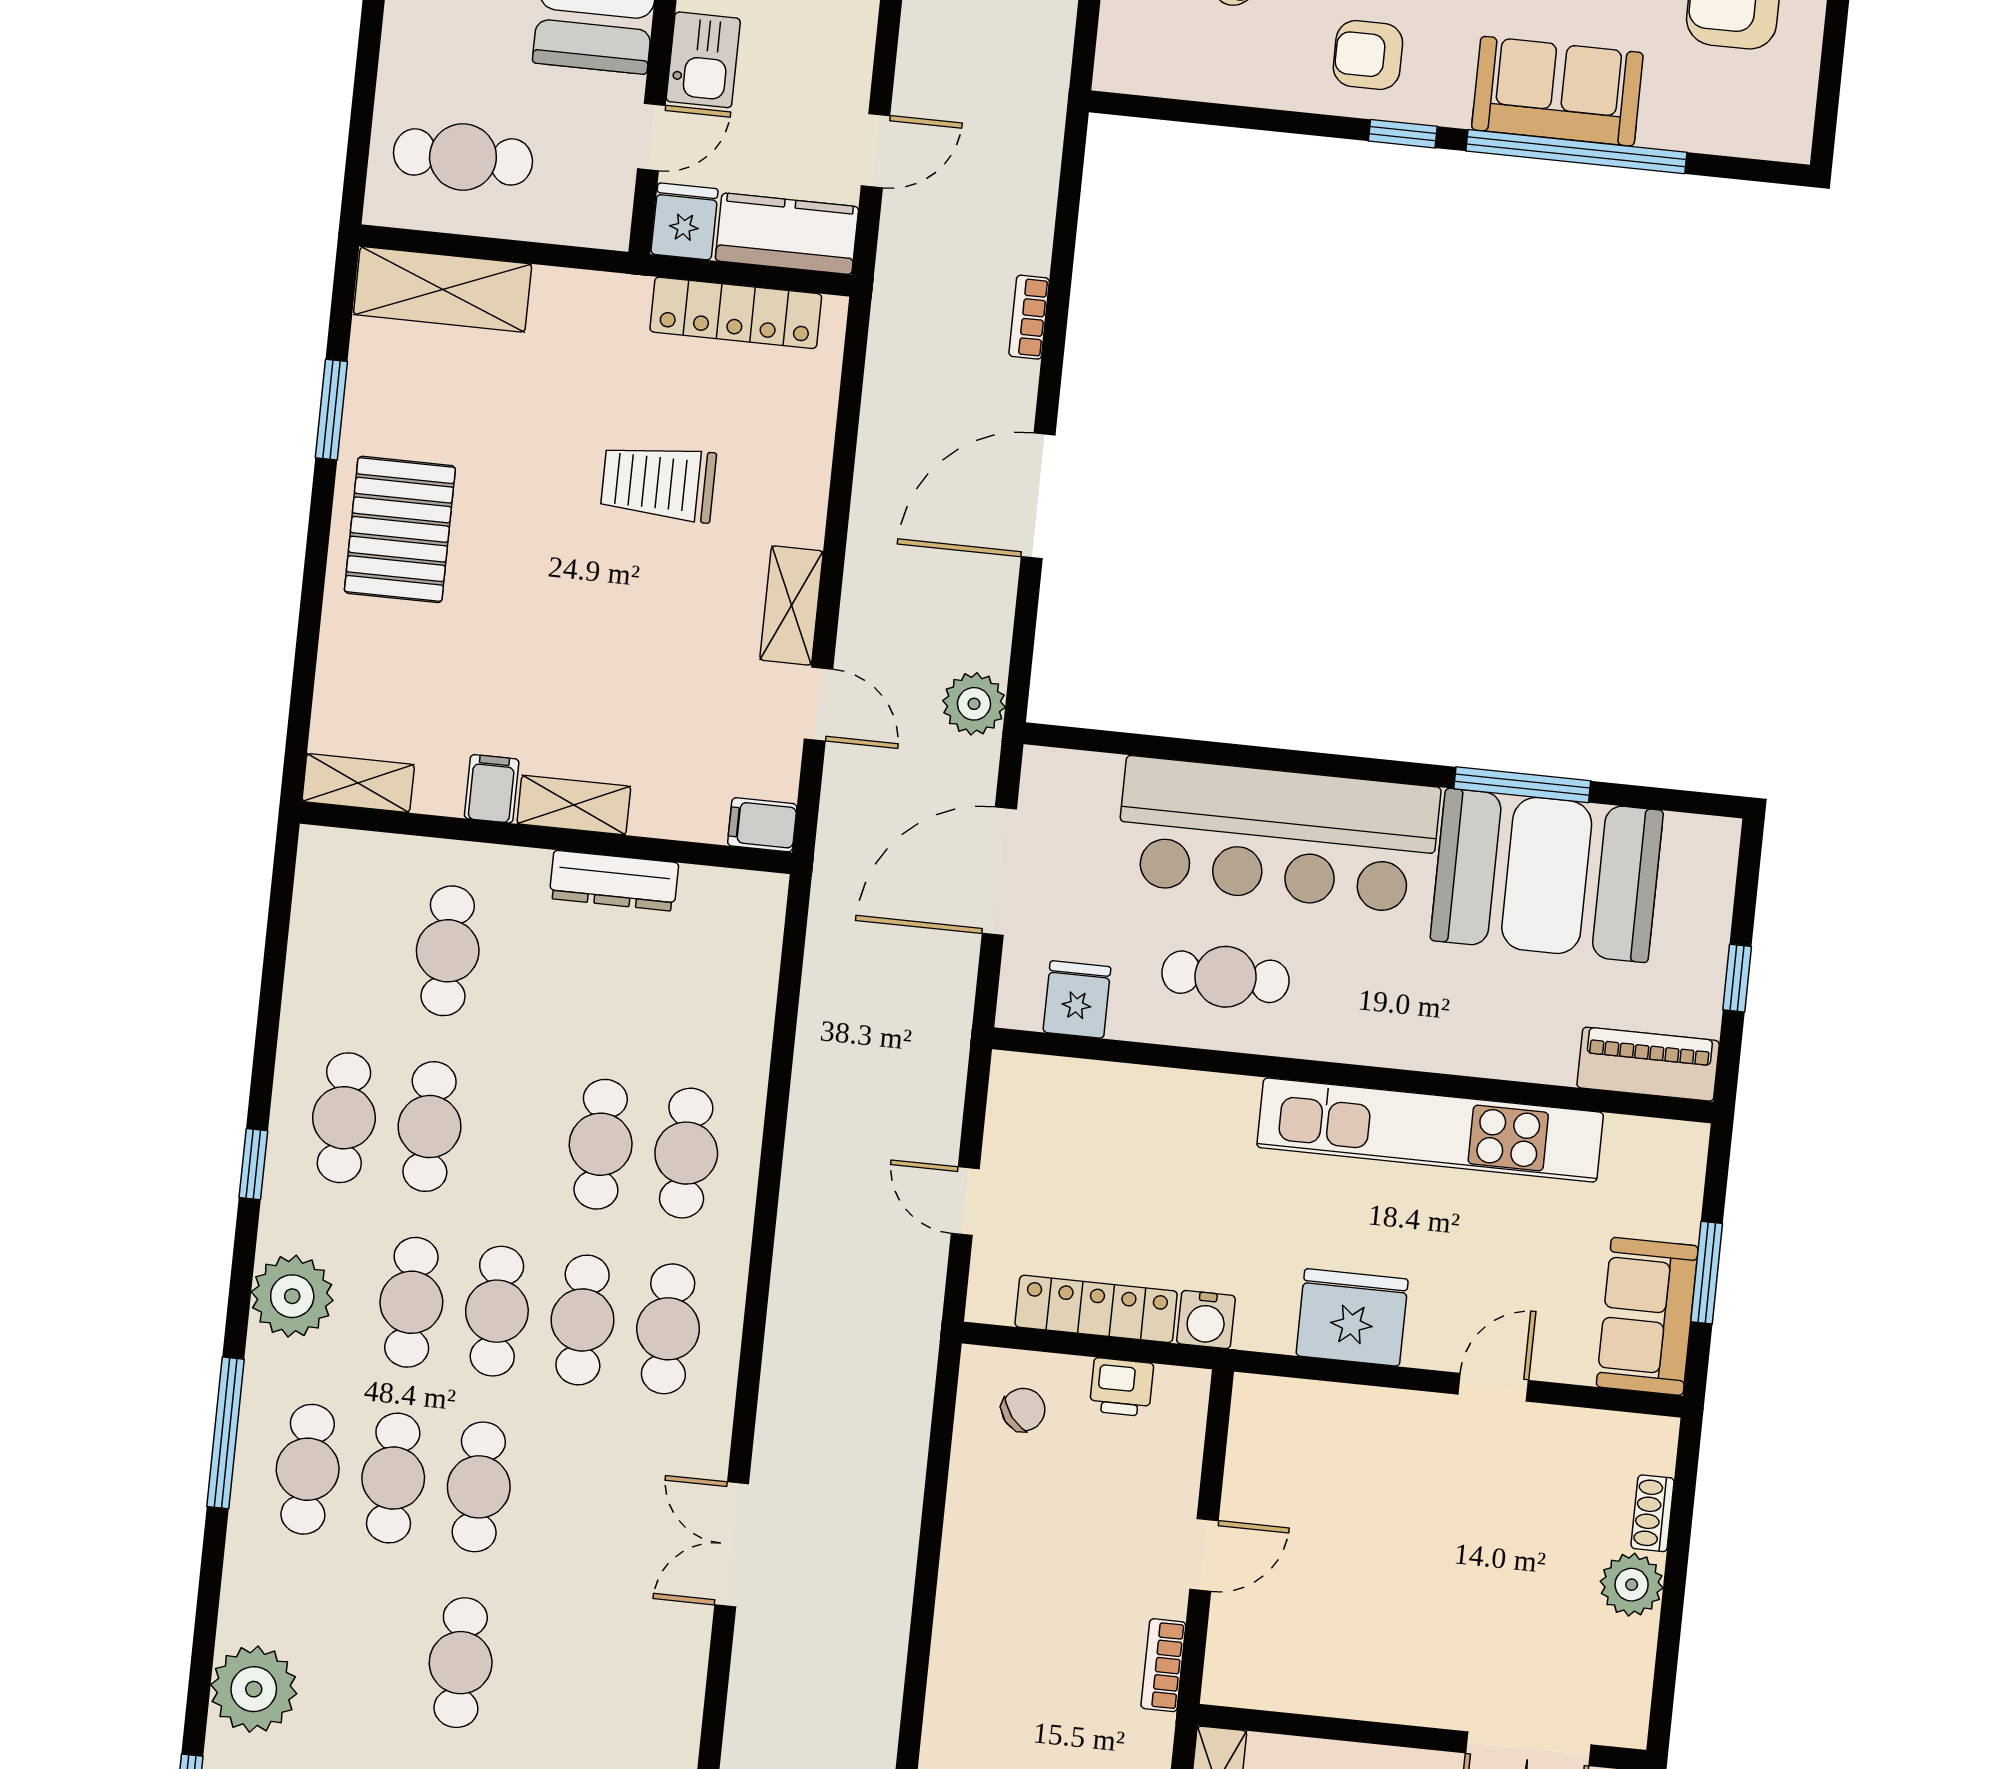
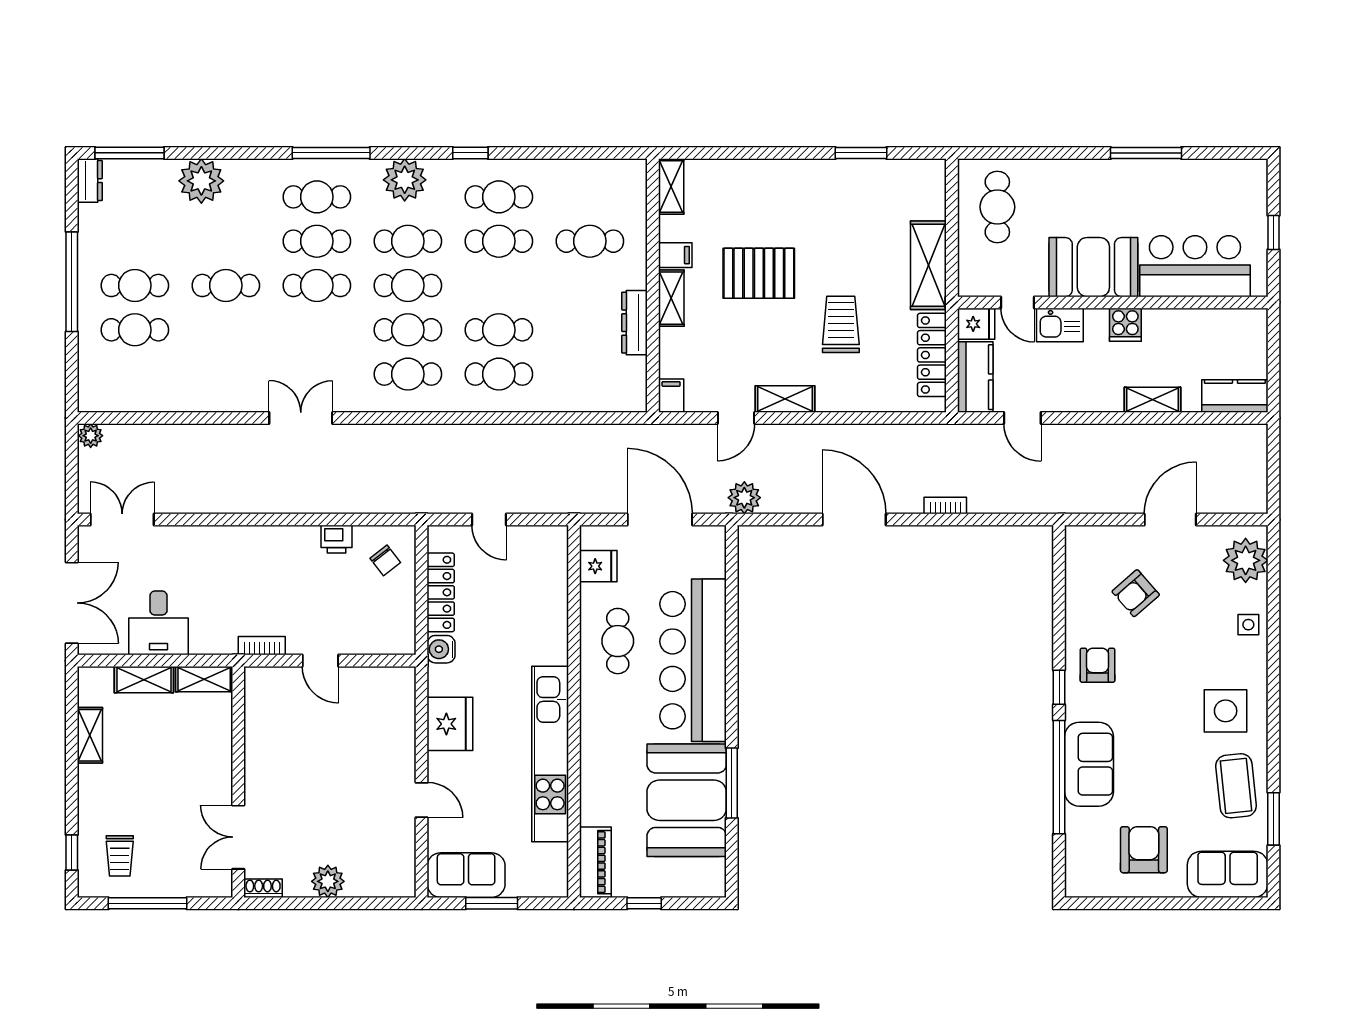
shelving: (443, 289) -> (928, 265), moved
pallet: (400, 529) -> (759, 273), moved
door: (965, 1201) -> (489, 520), swing flipped
printer: (1121, 1387) -> (336, 539), moved, turned -90
shoe rack: (1653, 1513) -> (263, 888), moved

